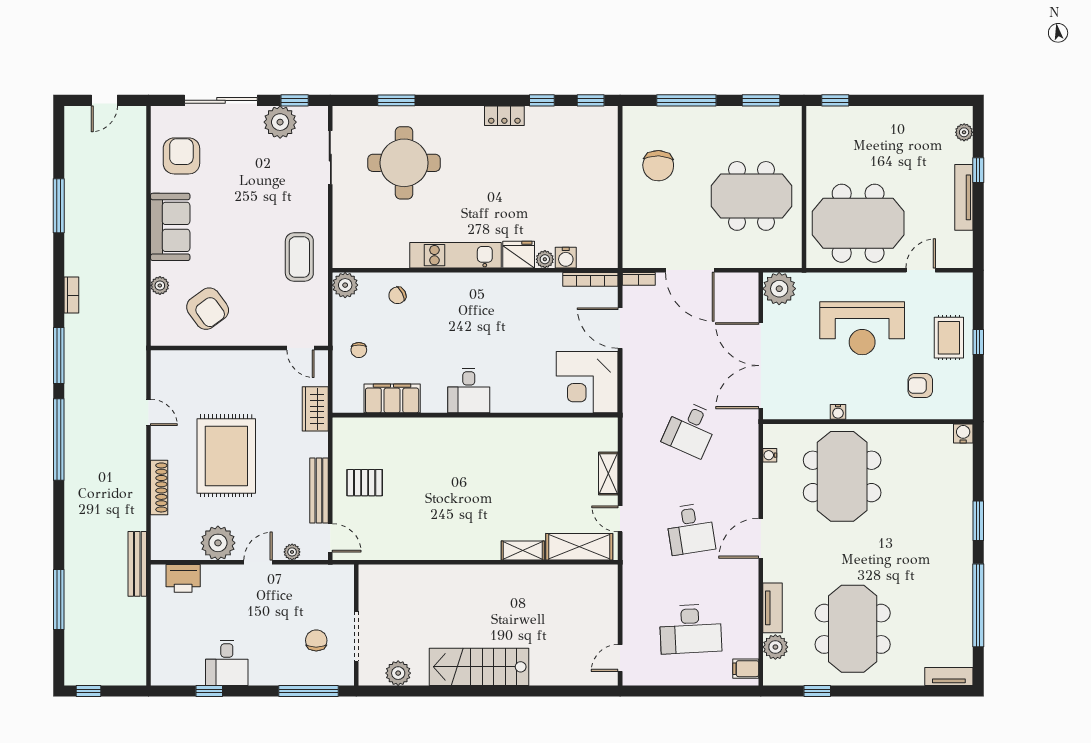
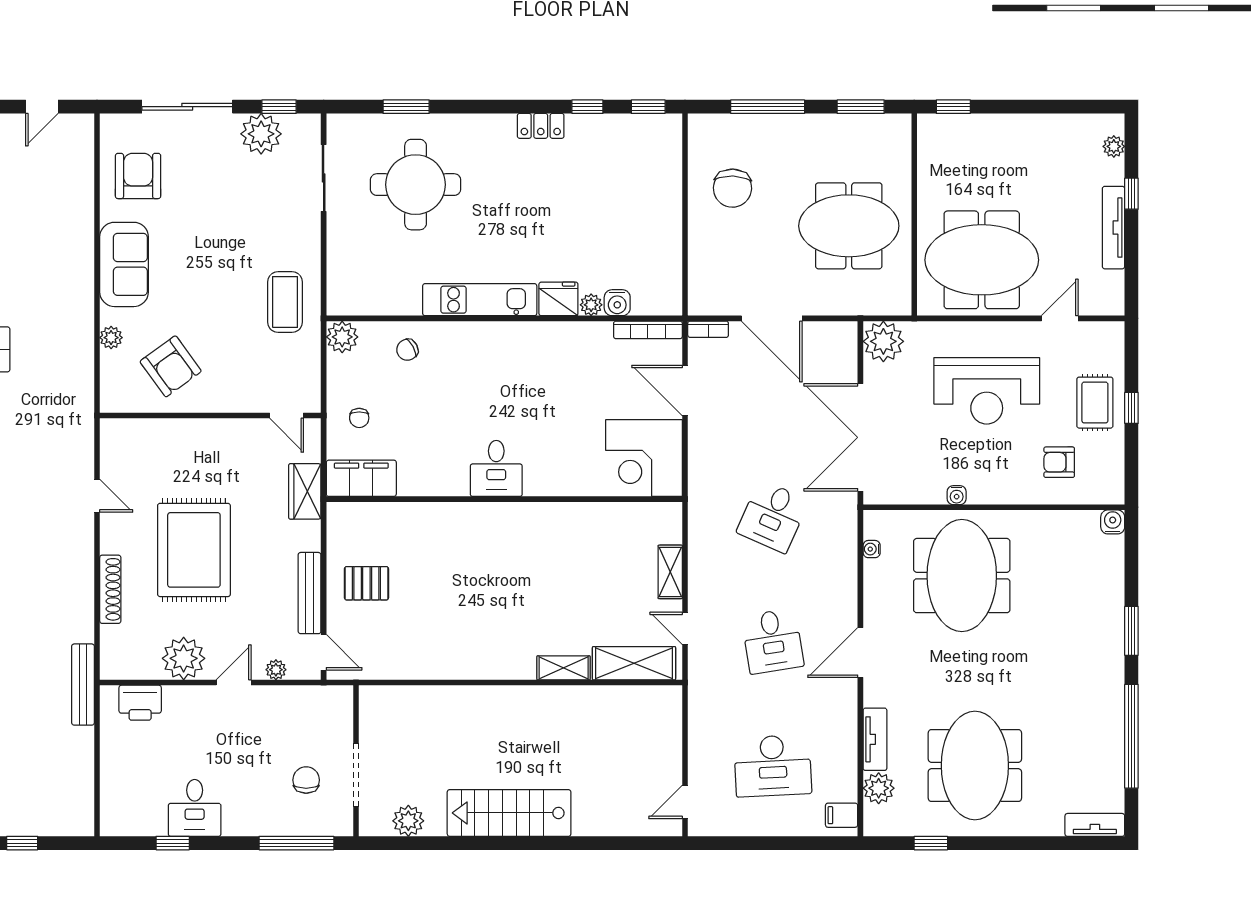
filing cabinet: (392, 398) -> (361, 478), moved

